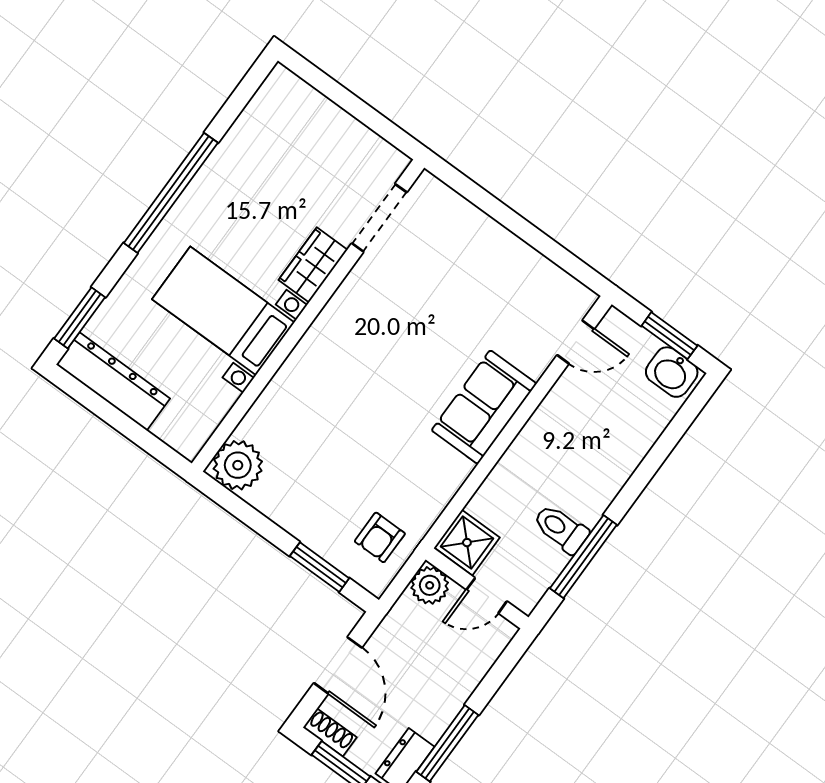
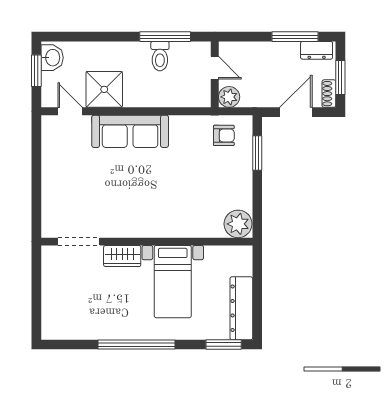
sofa: (484, 407) -> (130, 131), width x1.36
shower: (467, 543) -> (104, 89), moved, width x1.36, depth x1.36

